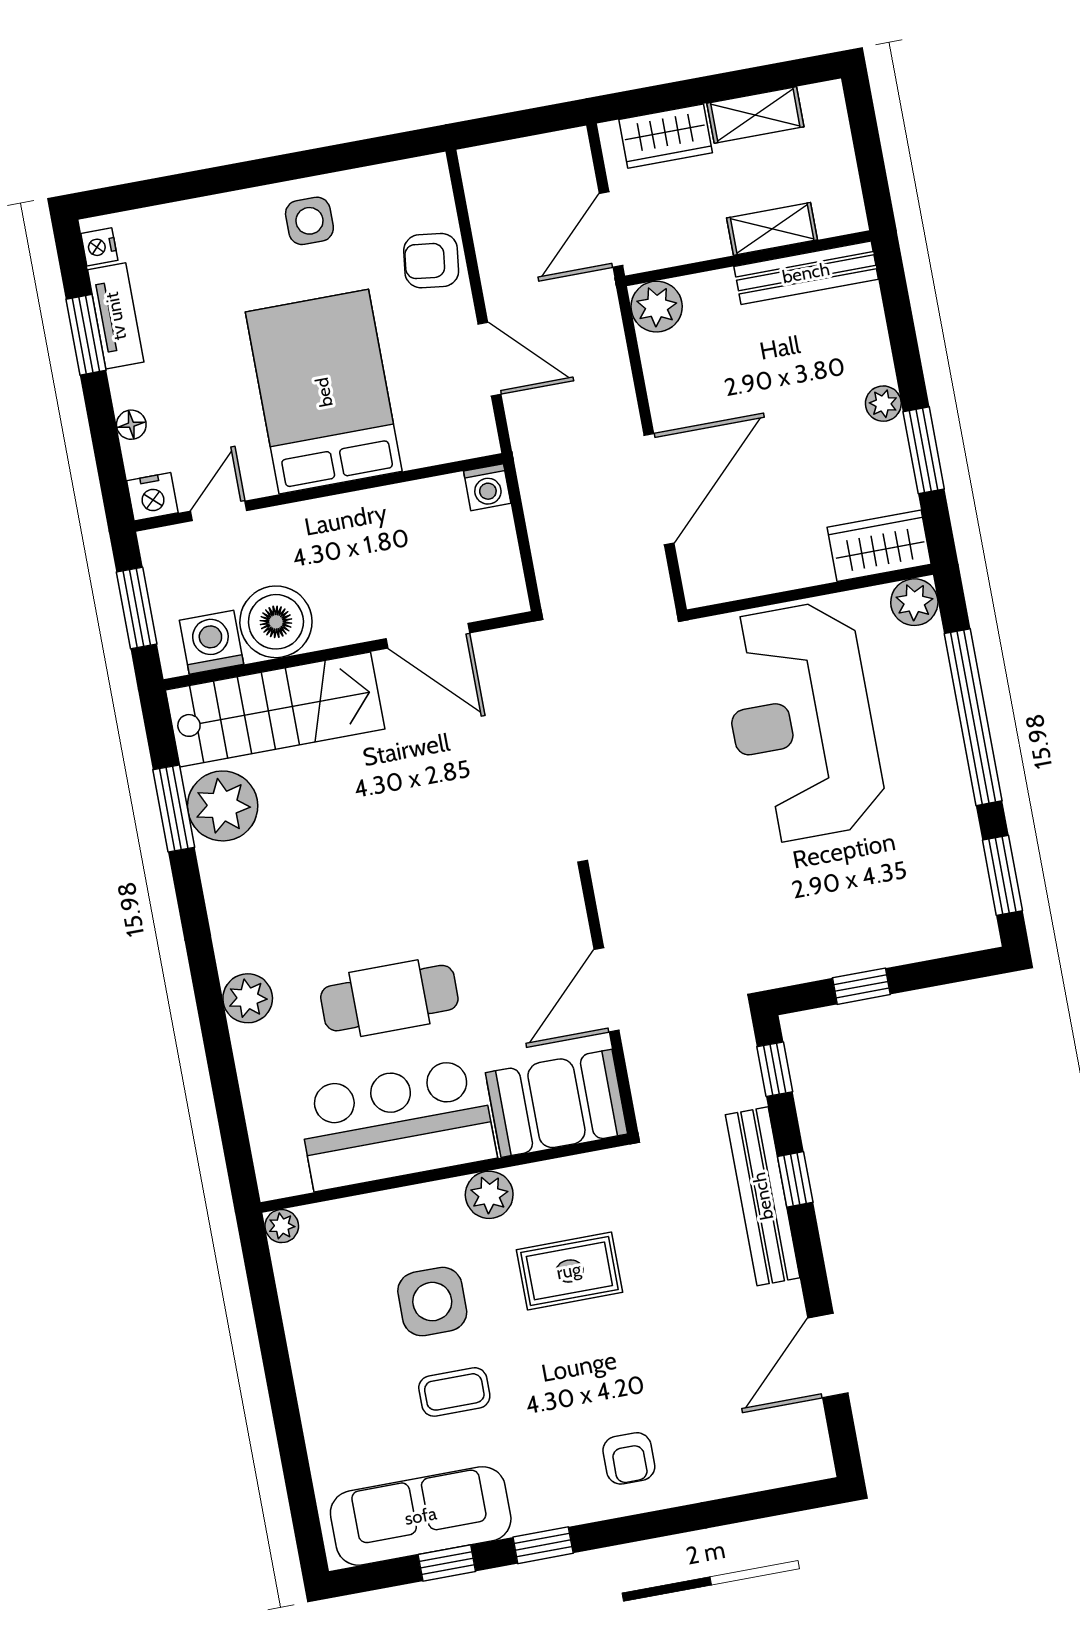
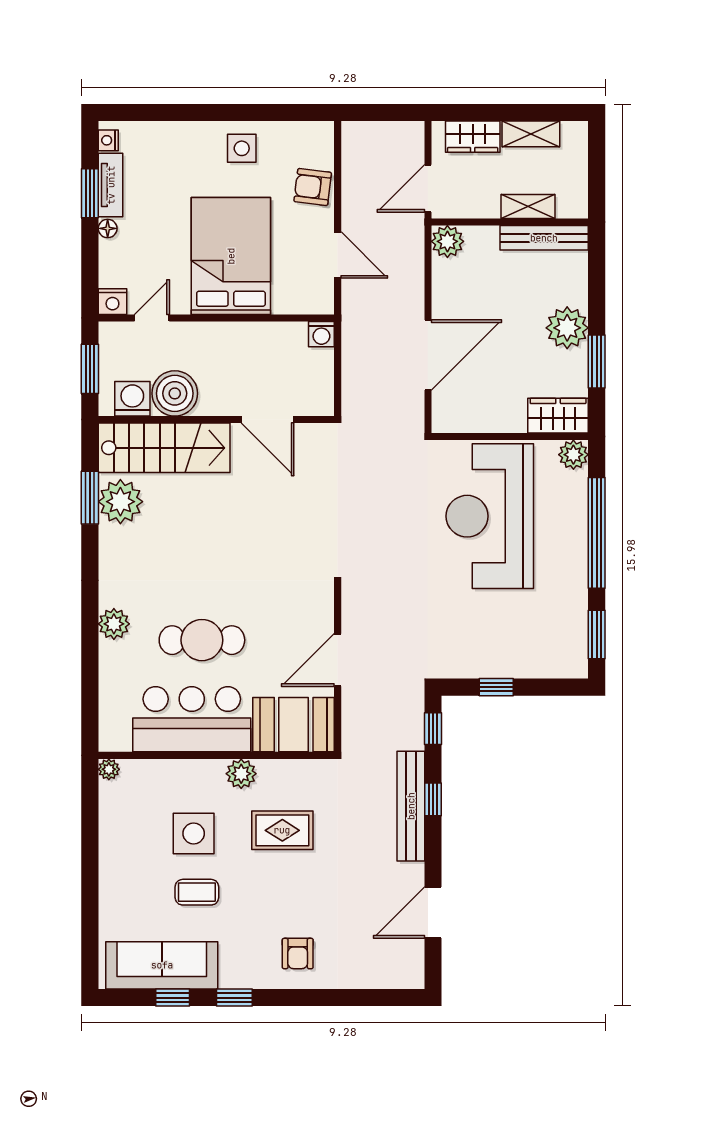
plant: (883, 404) -> (567, 328), width x1.88, depth x1.88
floor lamp: (131, 425) -> (108, 228), moved

